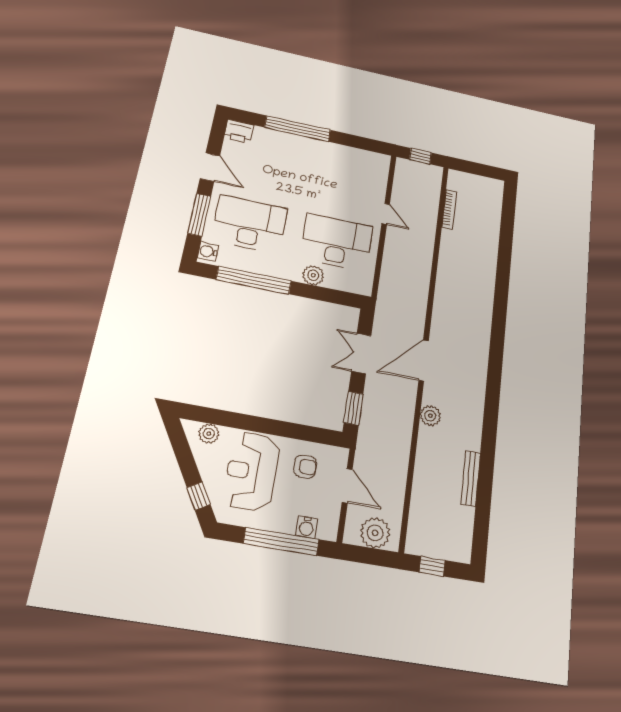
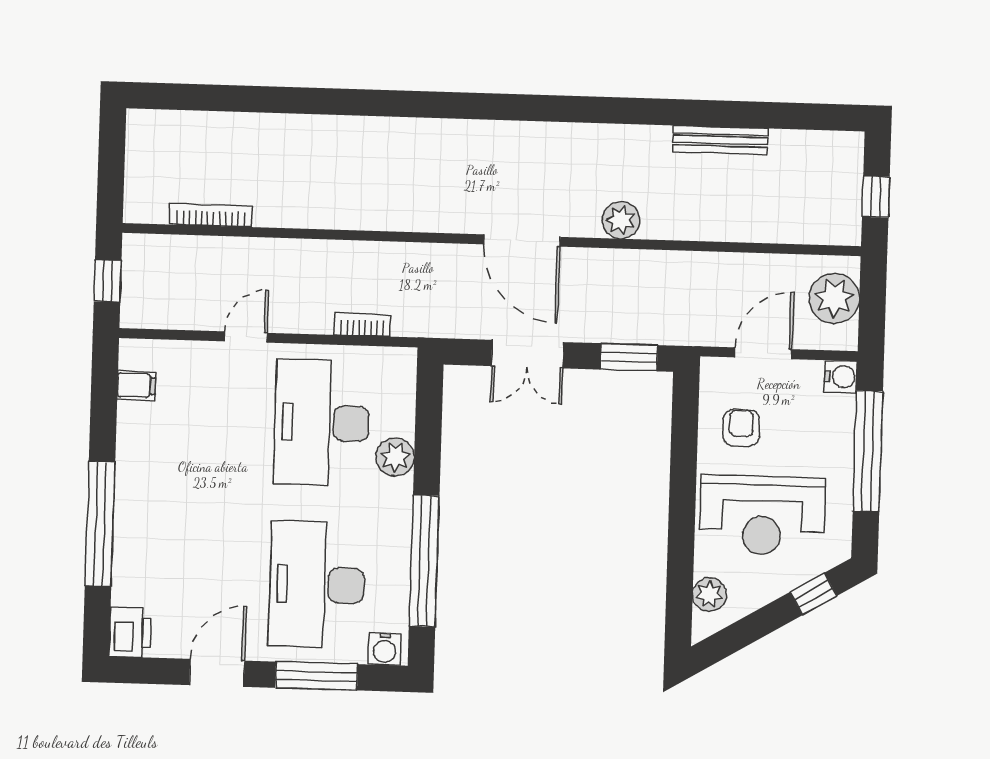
filing cabinet: (367, 159) -> (136, 385), added
bookcase: (386, 271) -> (362, 325), added
water cooler: (306, 527) -> (841, 377), moved

